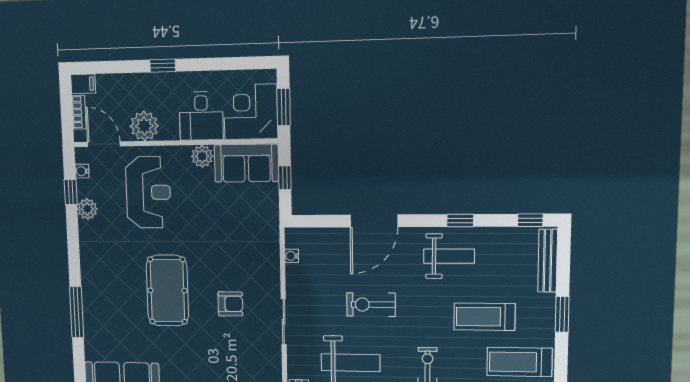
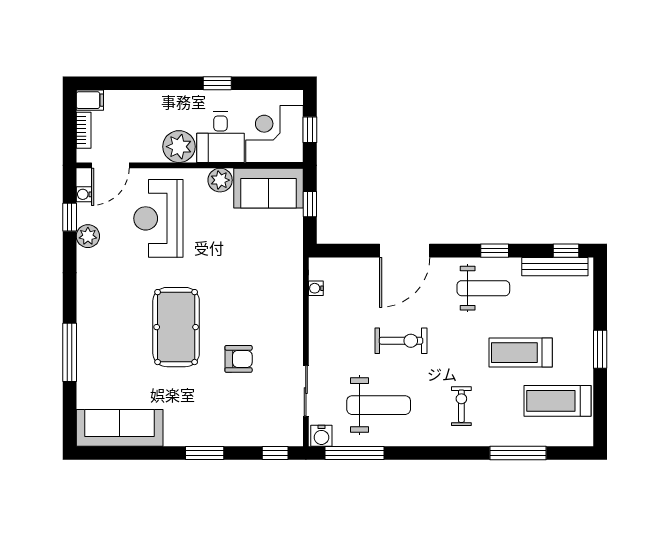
window: (163, 66) -> (217, 83), moved
window: (284, 107) -> (310, 130), width x0.67
plant: (144, 126) -> (179, 147), moved
door: (104, 144) -> (110, 165), swing flipped
reception desk: (148, 192) -> (158, 218), turned 180
bench: (548, 261) -> (555, 267), moved, turned 90
armchair: (230, 304) -> (239, 359), moved
exercise bike: (371, 305) -> (401, 341), turned 180
sliding door: (284, 322) -> (306, 391), moved

